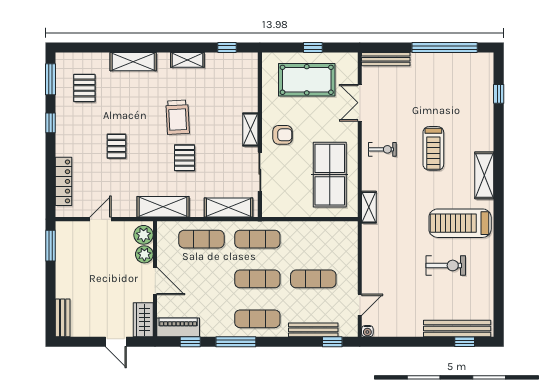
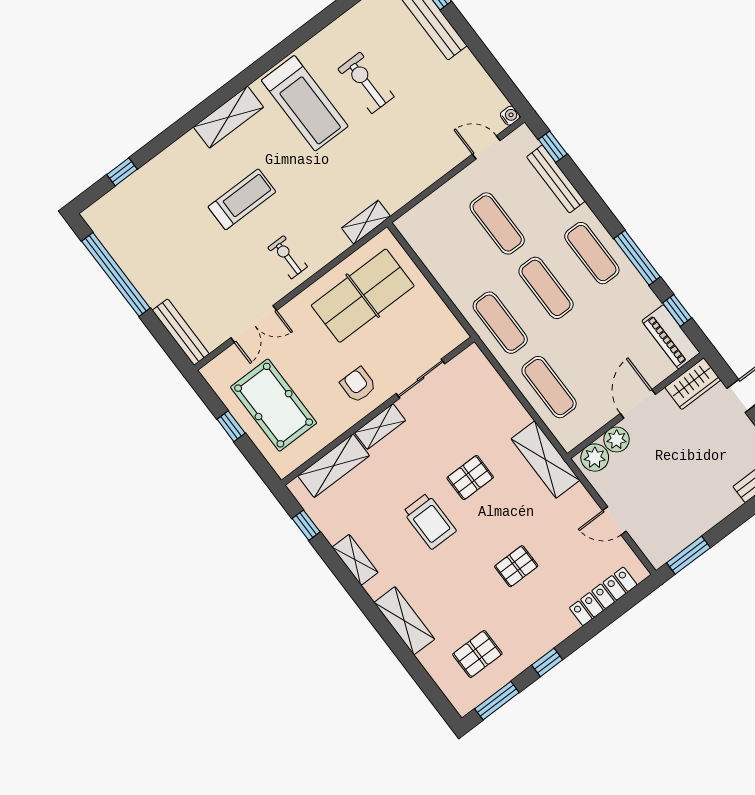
trolley: (178, 117) -> (430, 521), turned 93
shelving: (228, 208) -> (334, 466), moved, turned 90

